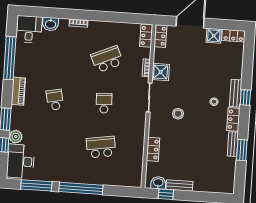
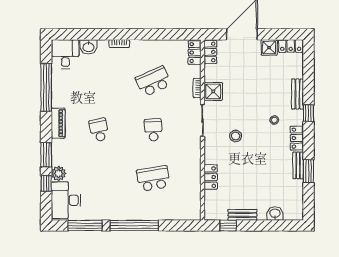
bench: (236, 93) -> (297, 94), moved
washbasin: (158, 183) -> (275, 214), moved

